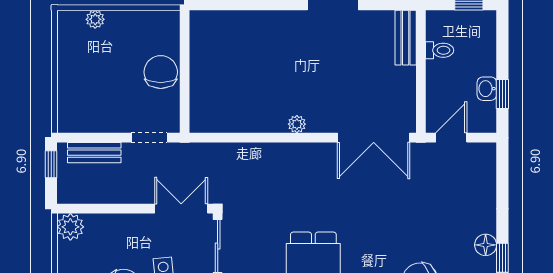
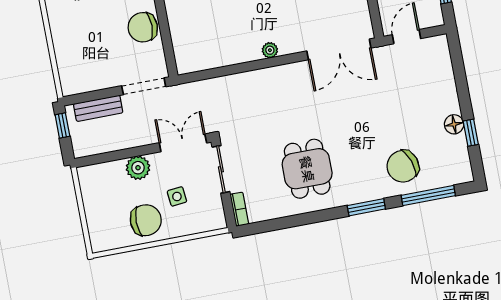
chair: (161, 72) -> (143, 27), turned -90
doorway: (149, 138) -> (144, 86), width x1.38
plant: (70, 227) -> (138, 168), moved

